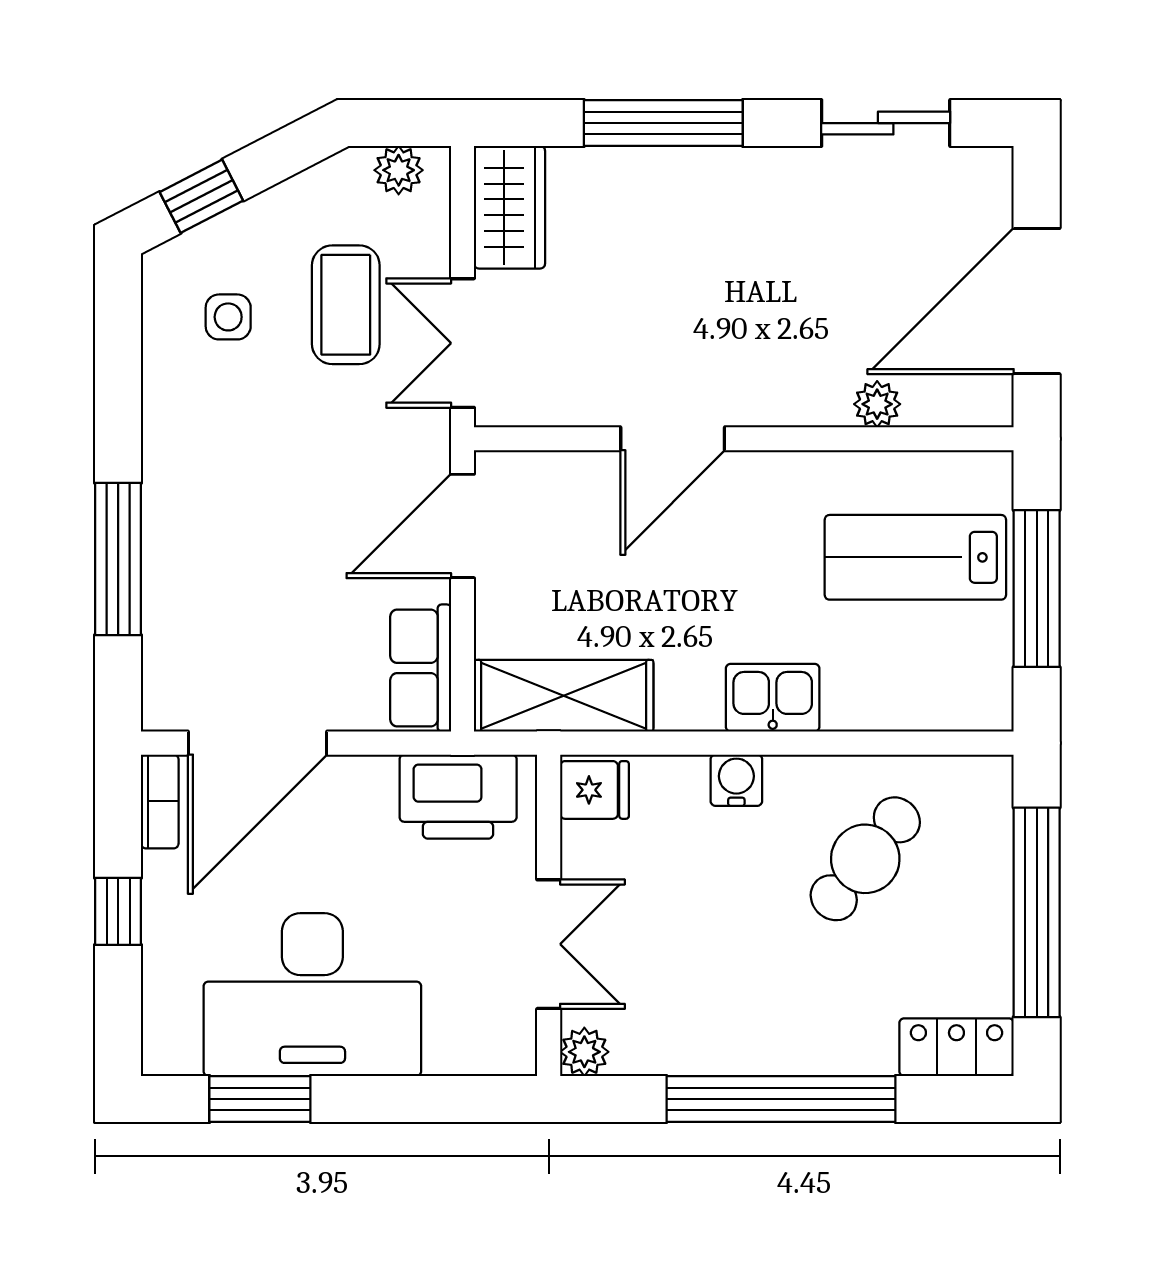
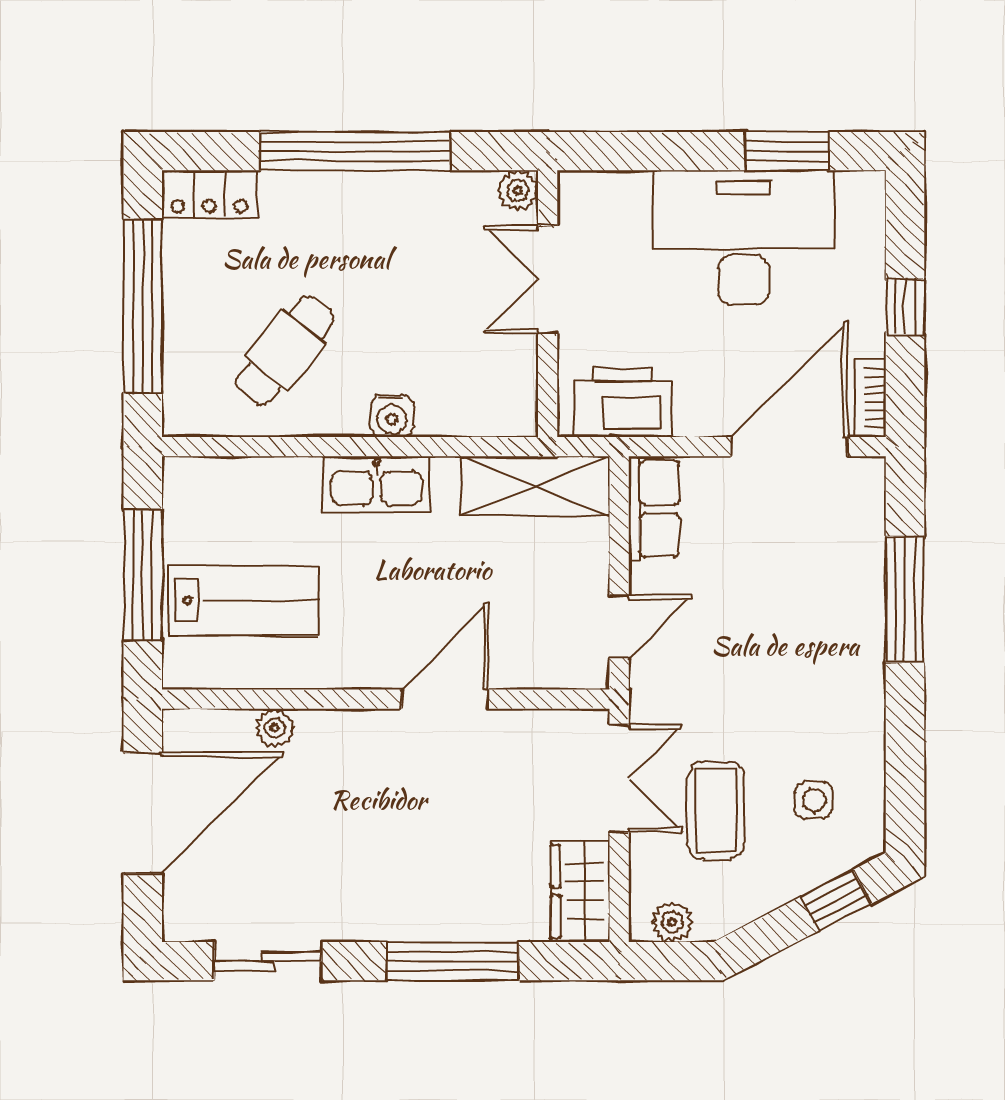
door: (462, 526) -> (619, 627), width x0.73
kitchen sink: (773, 698) -> (376, 484), width x1.38
fridge: (594, 790) -> (510, 408), removed

